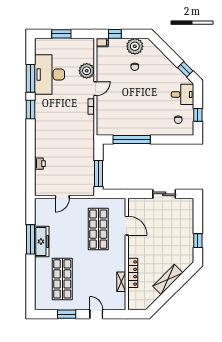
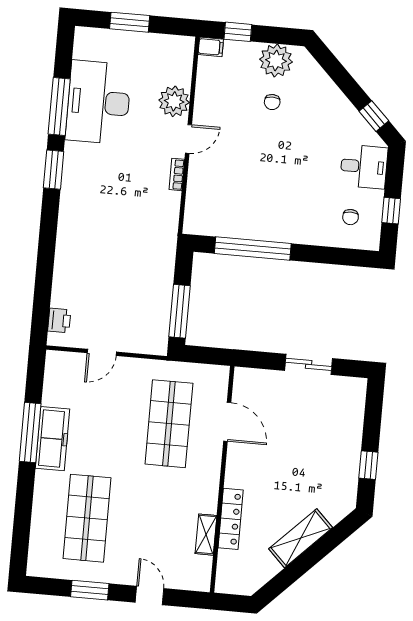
printer: (40, 164) -> (59, 320), moved

